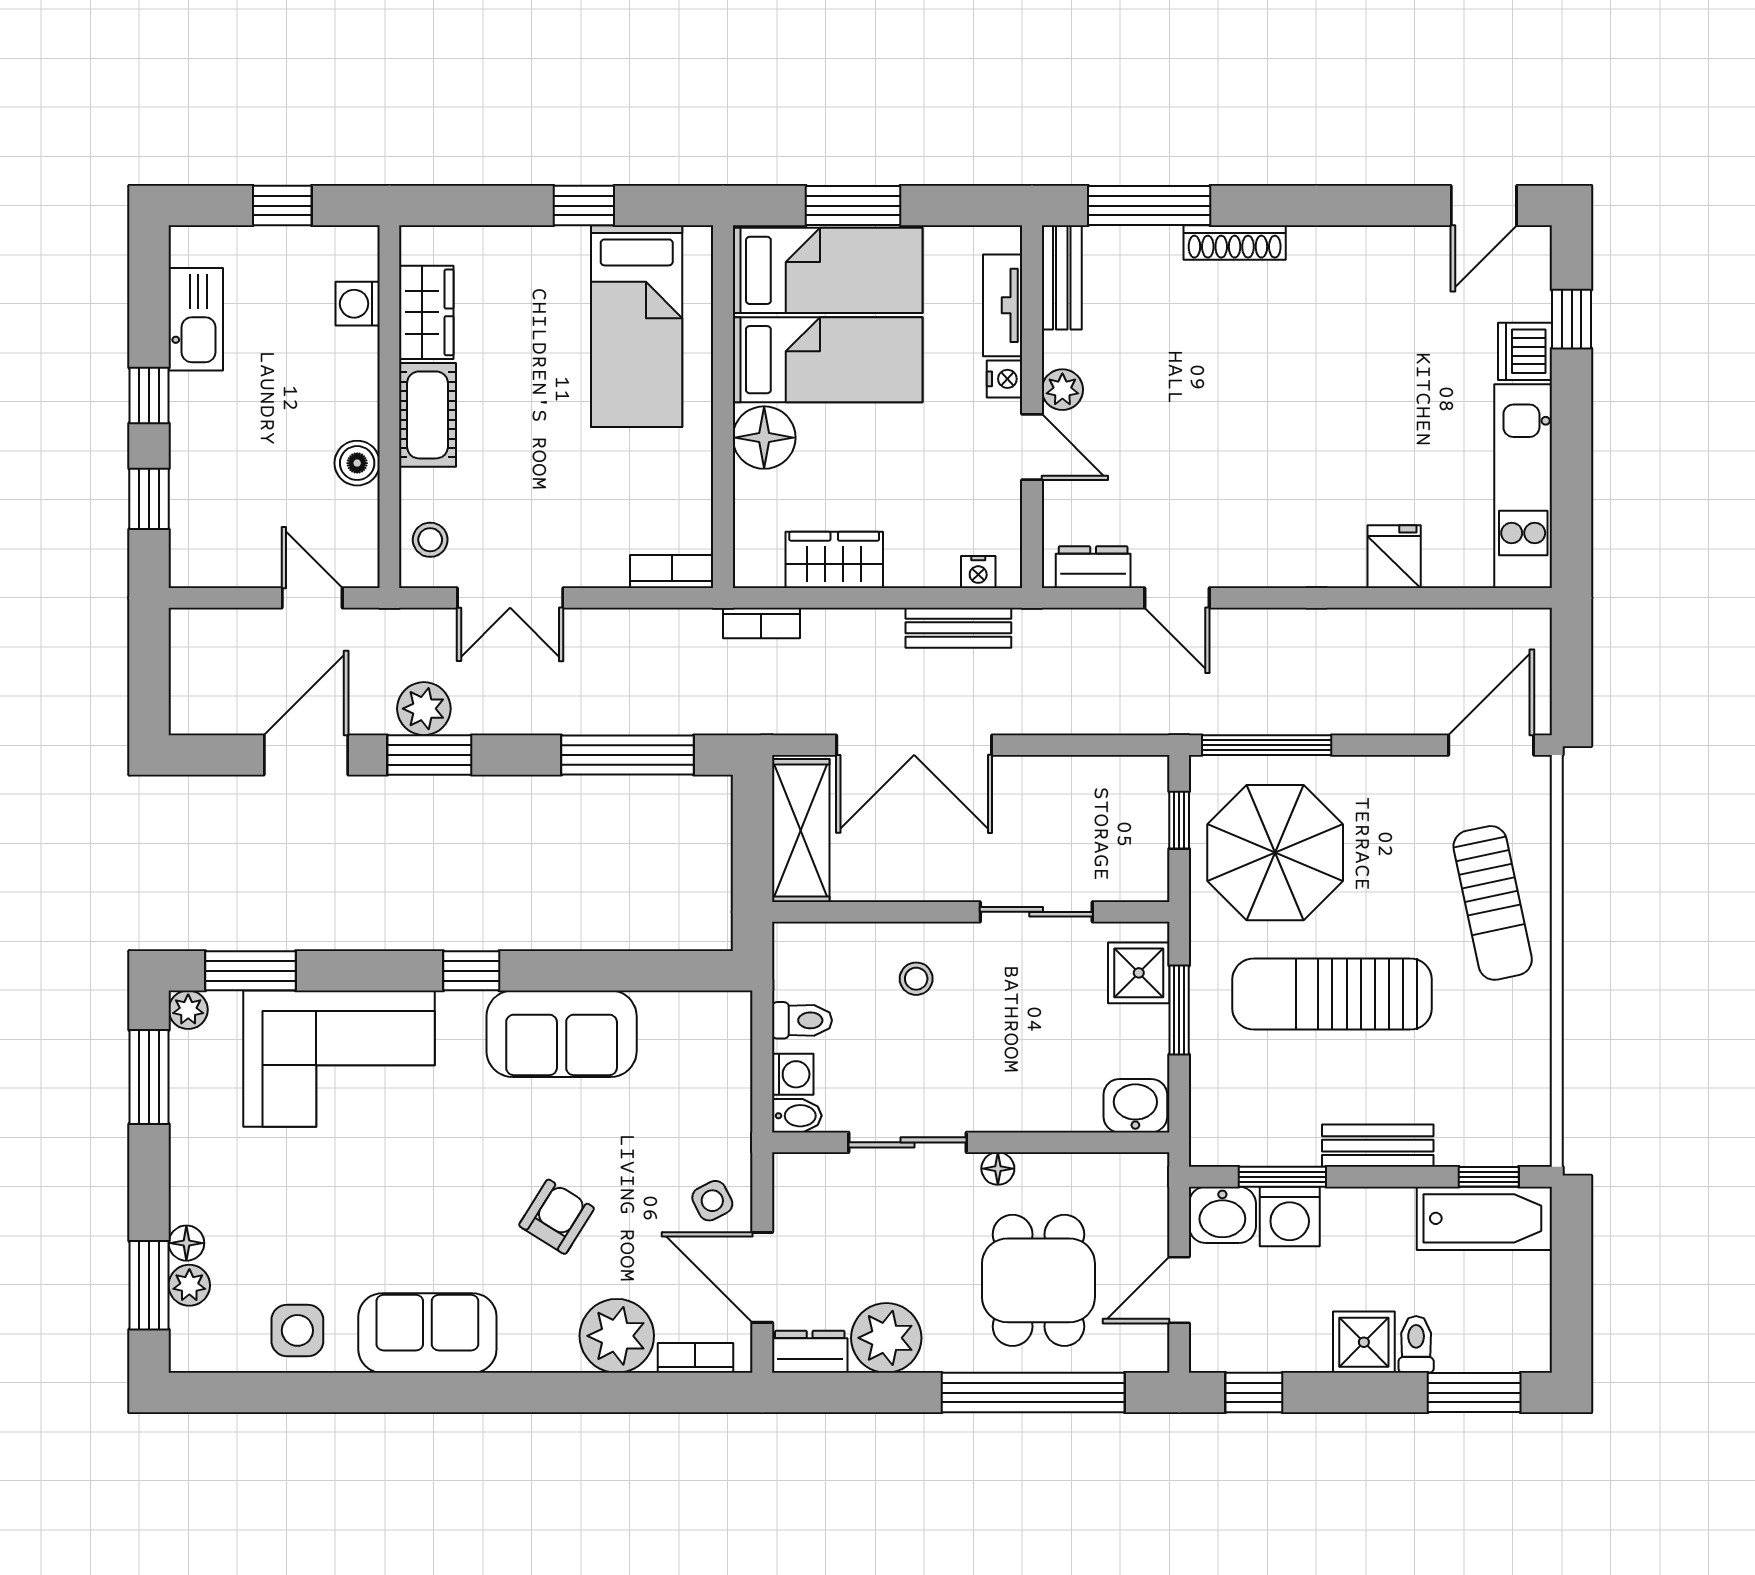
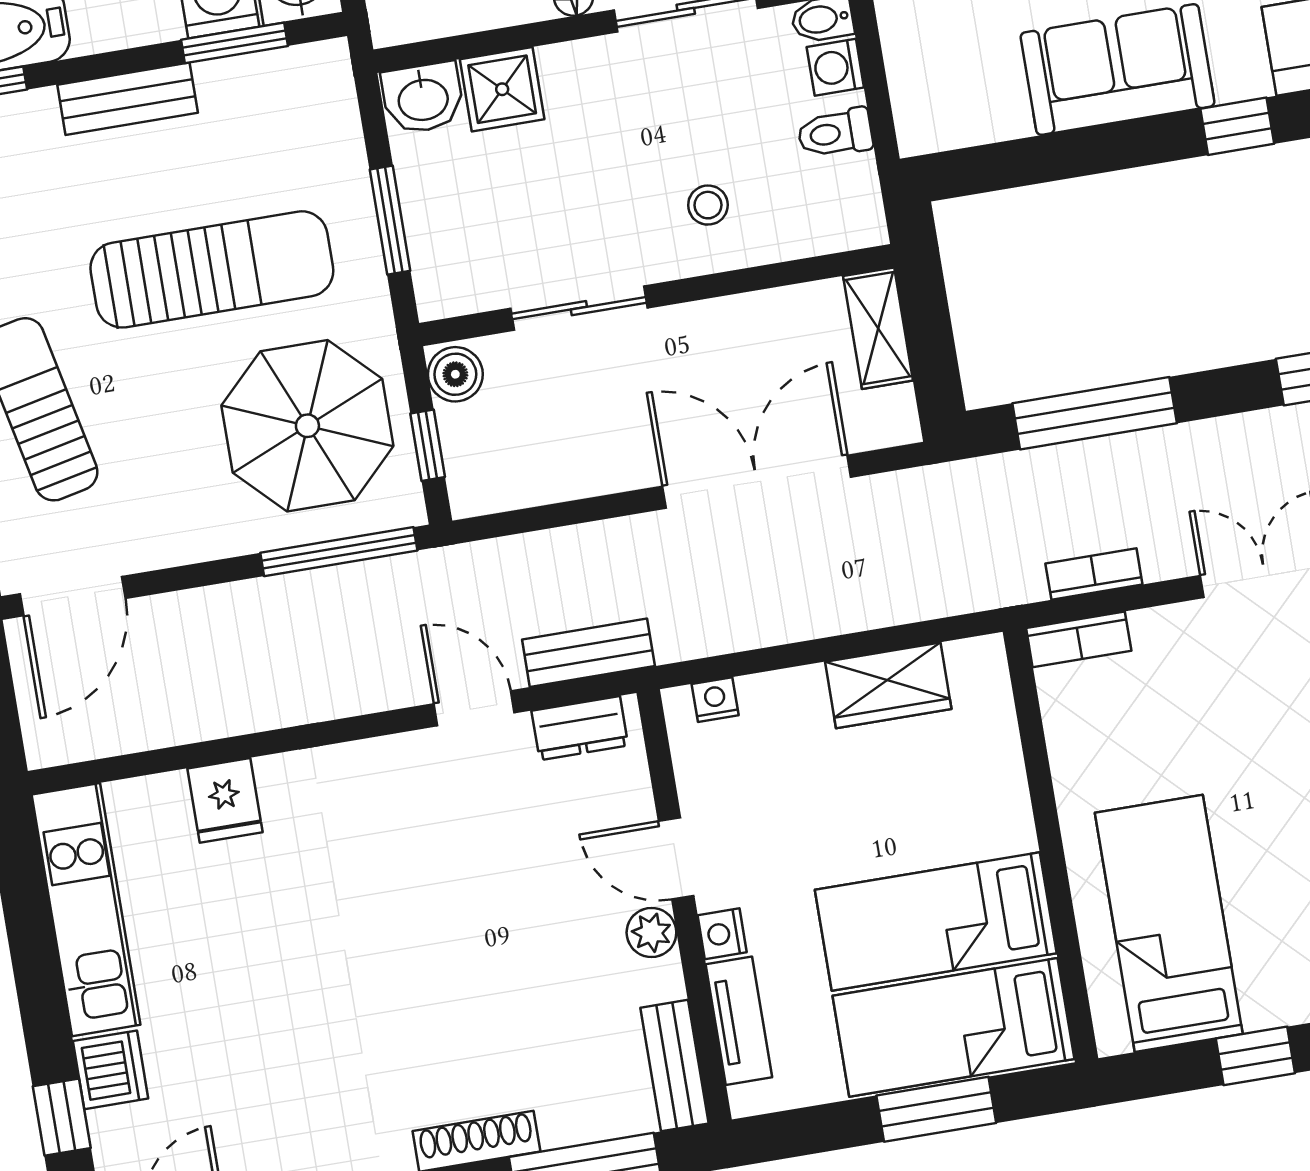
floor lamp: (764, 438) -> (996, 817), removed
bookcase: (761, 623) -> (1094, 574), moved
bench: (958, 628) -> (588, 653), moved
shelving: (801, 830) -> (878, 328), width x0.67, depth x0.75
boiler: (1147, 875) -> (455, 374), added
shower: (1139, 973) -> (502, 89), moved

